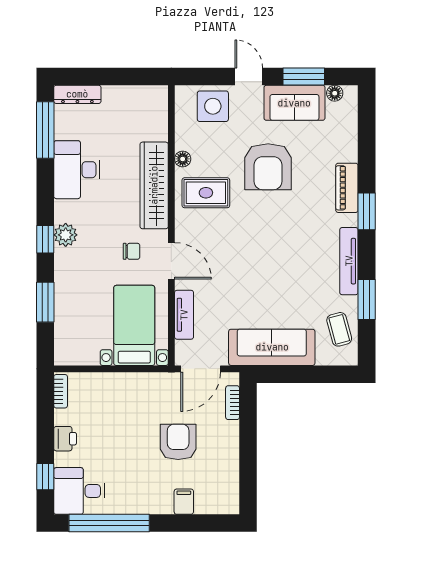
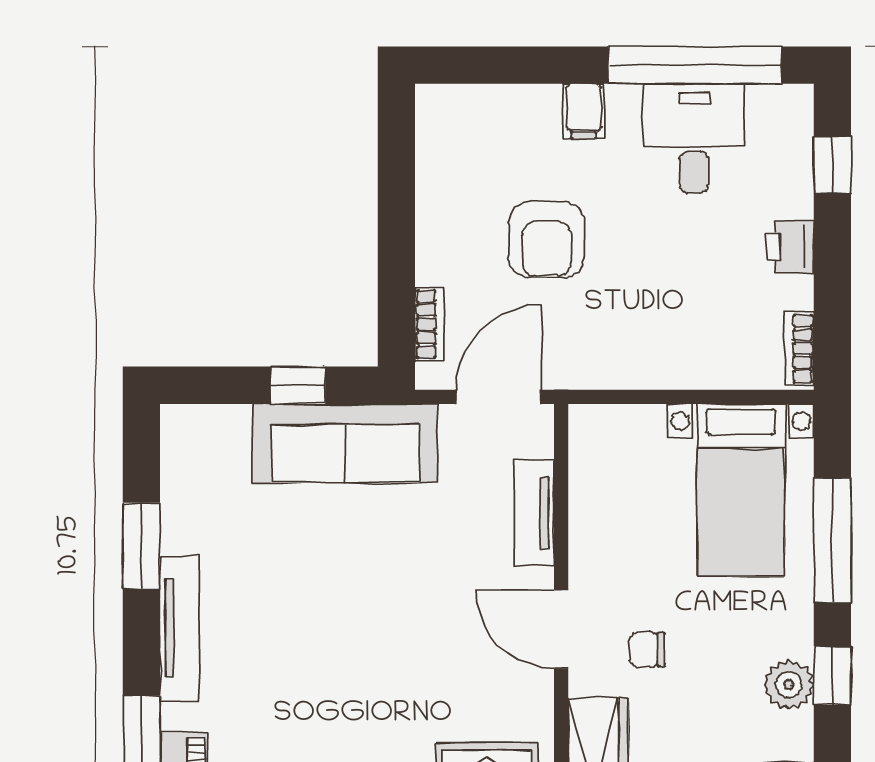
window: (45, 302) -> (832, 540), width x1.44
bed with nightstands: (134, 325) -> (741, 490), moved
coffee table: (339, 329) -> (200, 482), removed
window: (294, 374) -> (298, 385), added
desk: (79, 491) -> (694, 138), moved, turned -90
filing cabinet: (184, 502) -> (584, 111), moved

